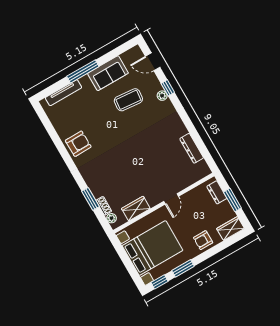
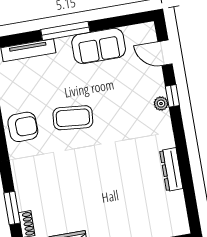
coffee table: (128, 100) -> (73, 118), moved
dresser: (192, 148) -> (171, 170), moved

